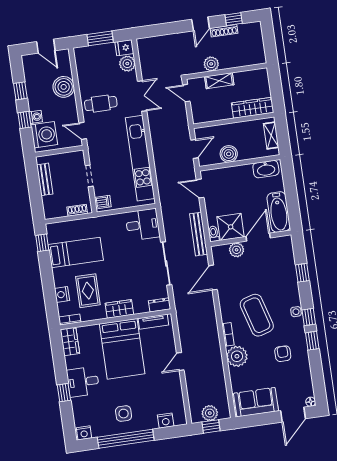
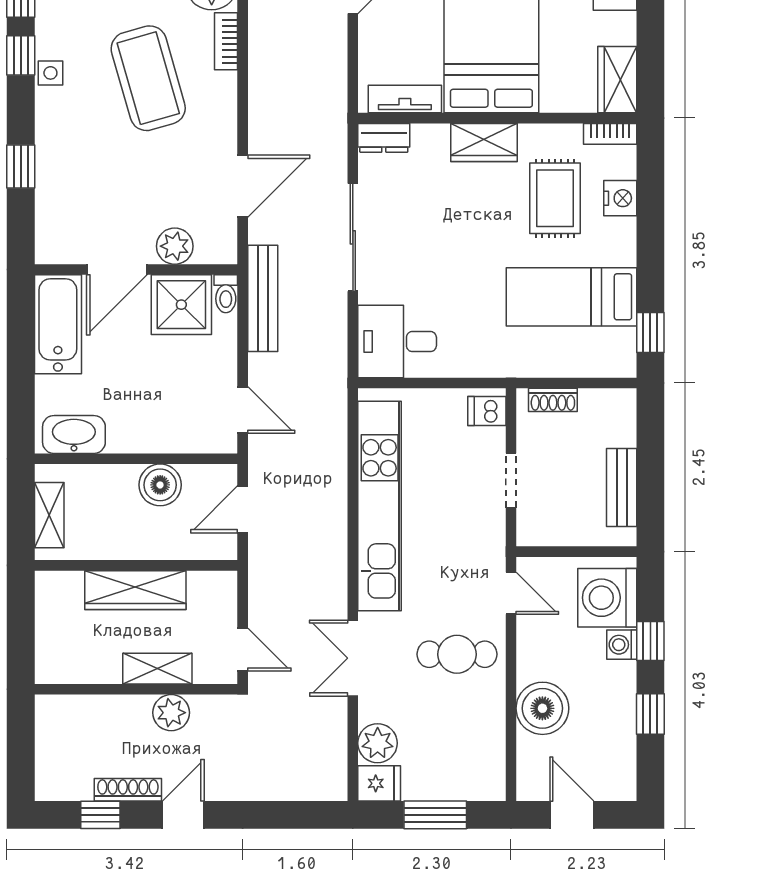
wardrobe: (253, 108) -> (135, 590), moved

